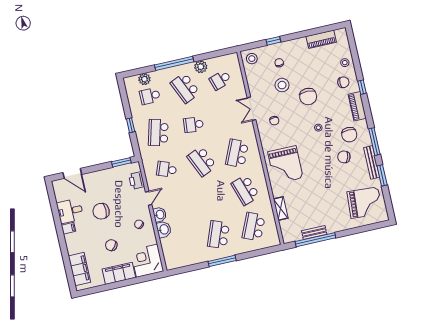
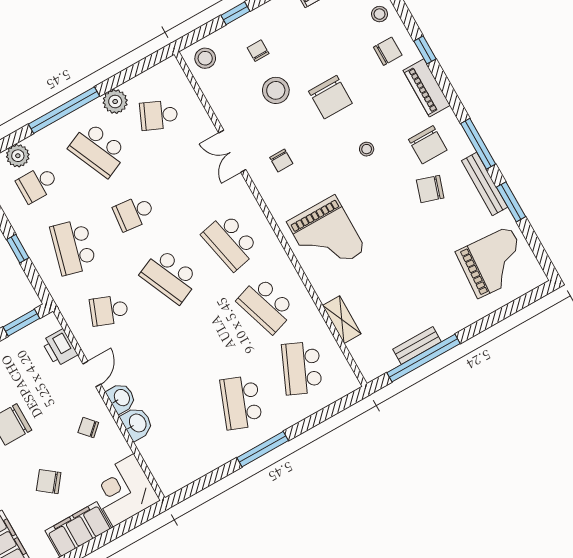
school desk: (220, 80) -> (159, 115), turned 42
school desk: (237, 153) -> (230, 242), turned -36

